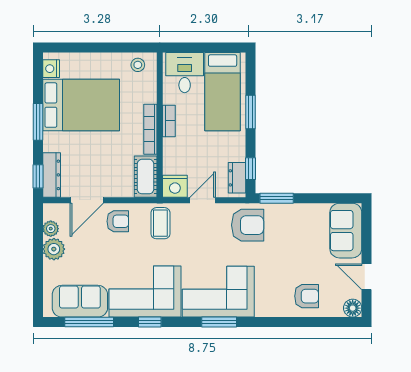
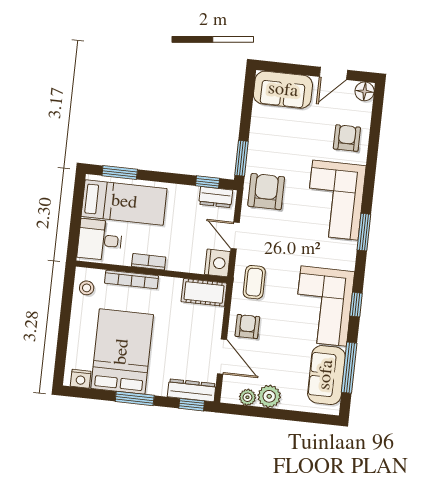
window: (251, 112) -> (120, 172), moved
bookcase: (150, 129) -> (131, 279), moved
coffee table: (160, 223) -> (254, 282), turned 90
corner sofa: (218, 292) -> (335, 200), moved

